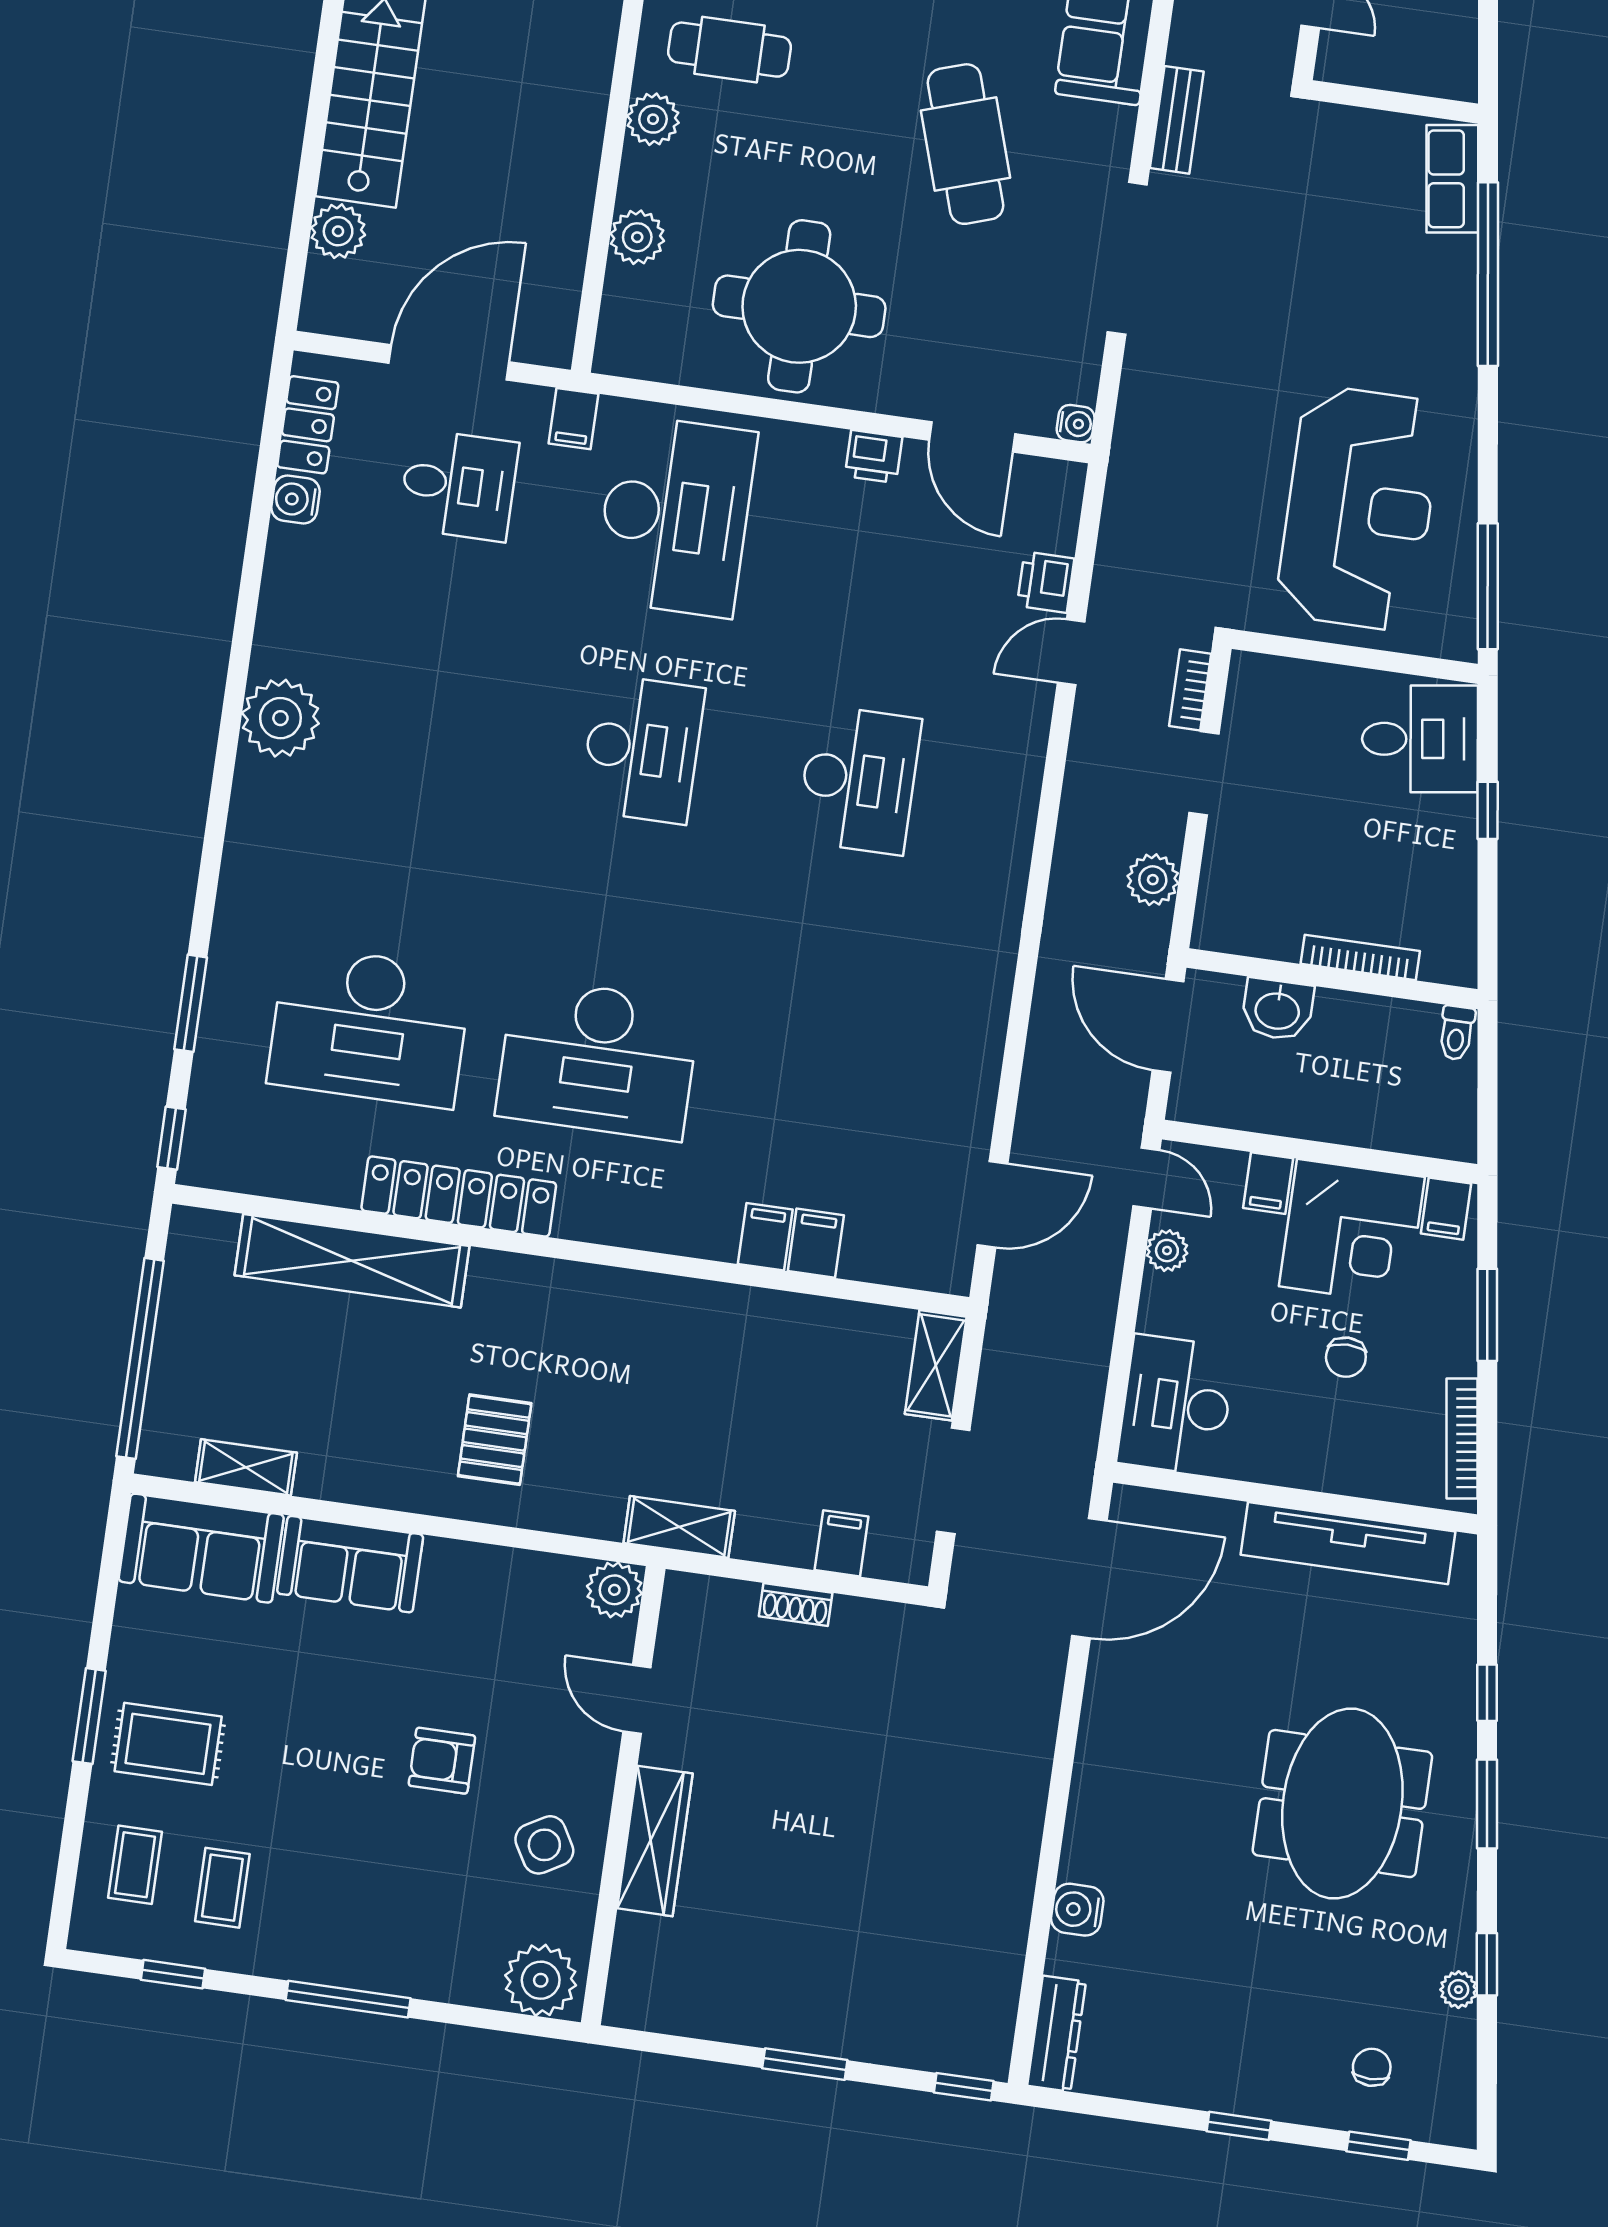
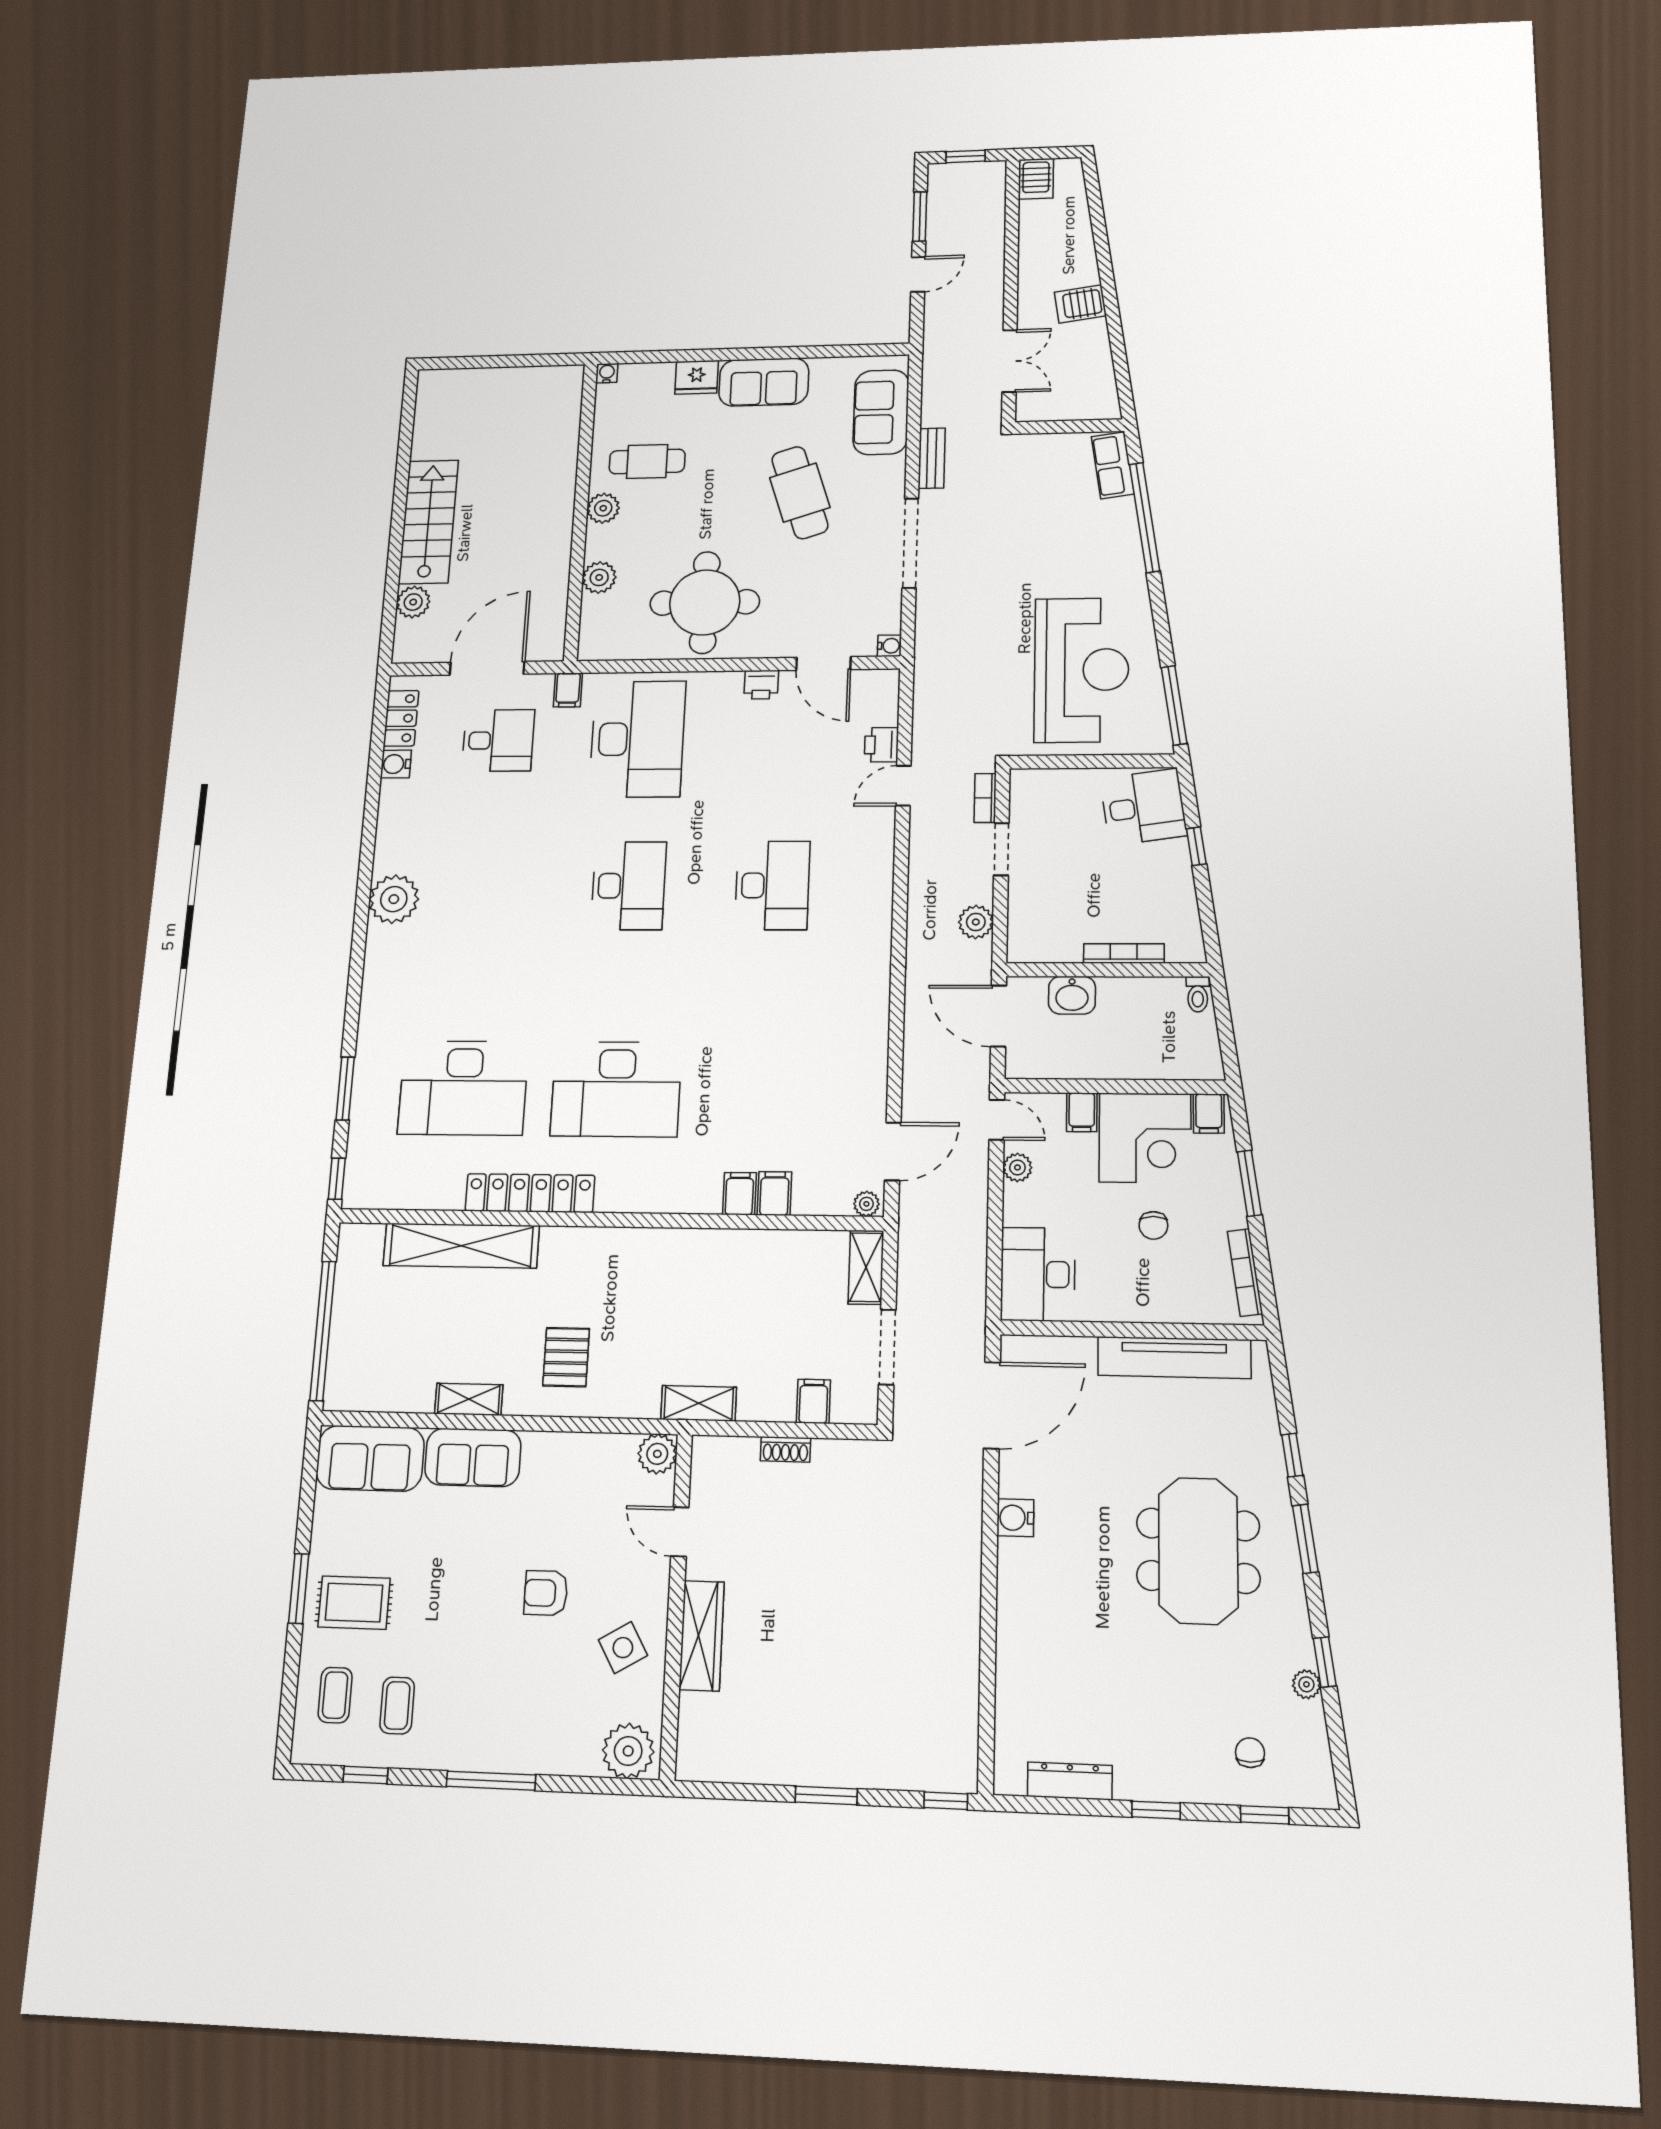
plant: (946, 1275) -> (866, 1204), added
shelving: (246, 1467) -> (469, 1399), moved
water cooler: (1077, 1910) -> (1015, 1518), moved
dresser: (1057, 2034) -> (1070, 1781), moved, turned -90

